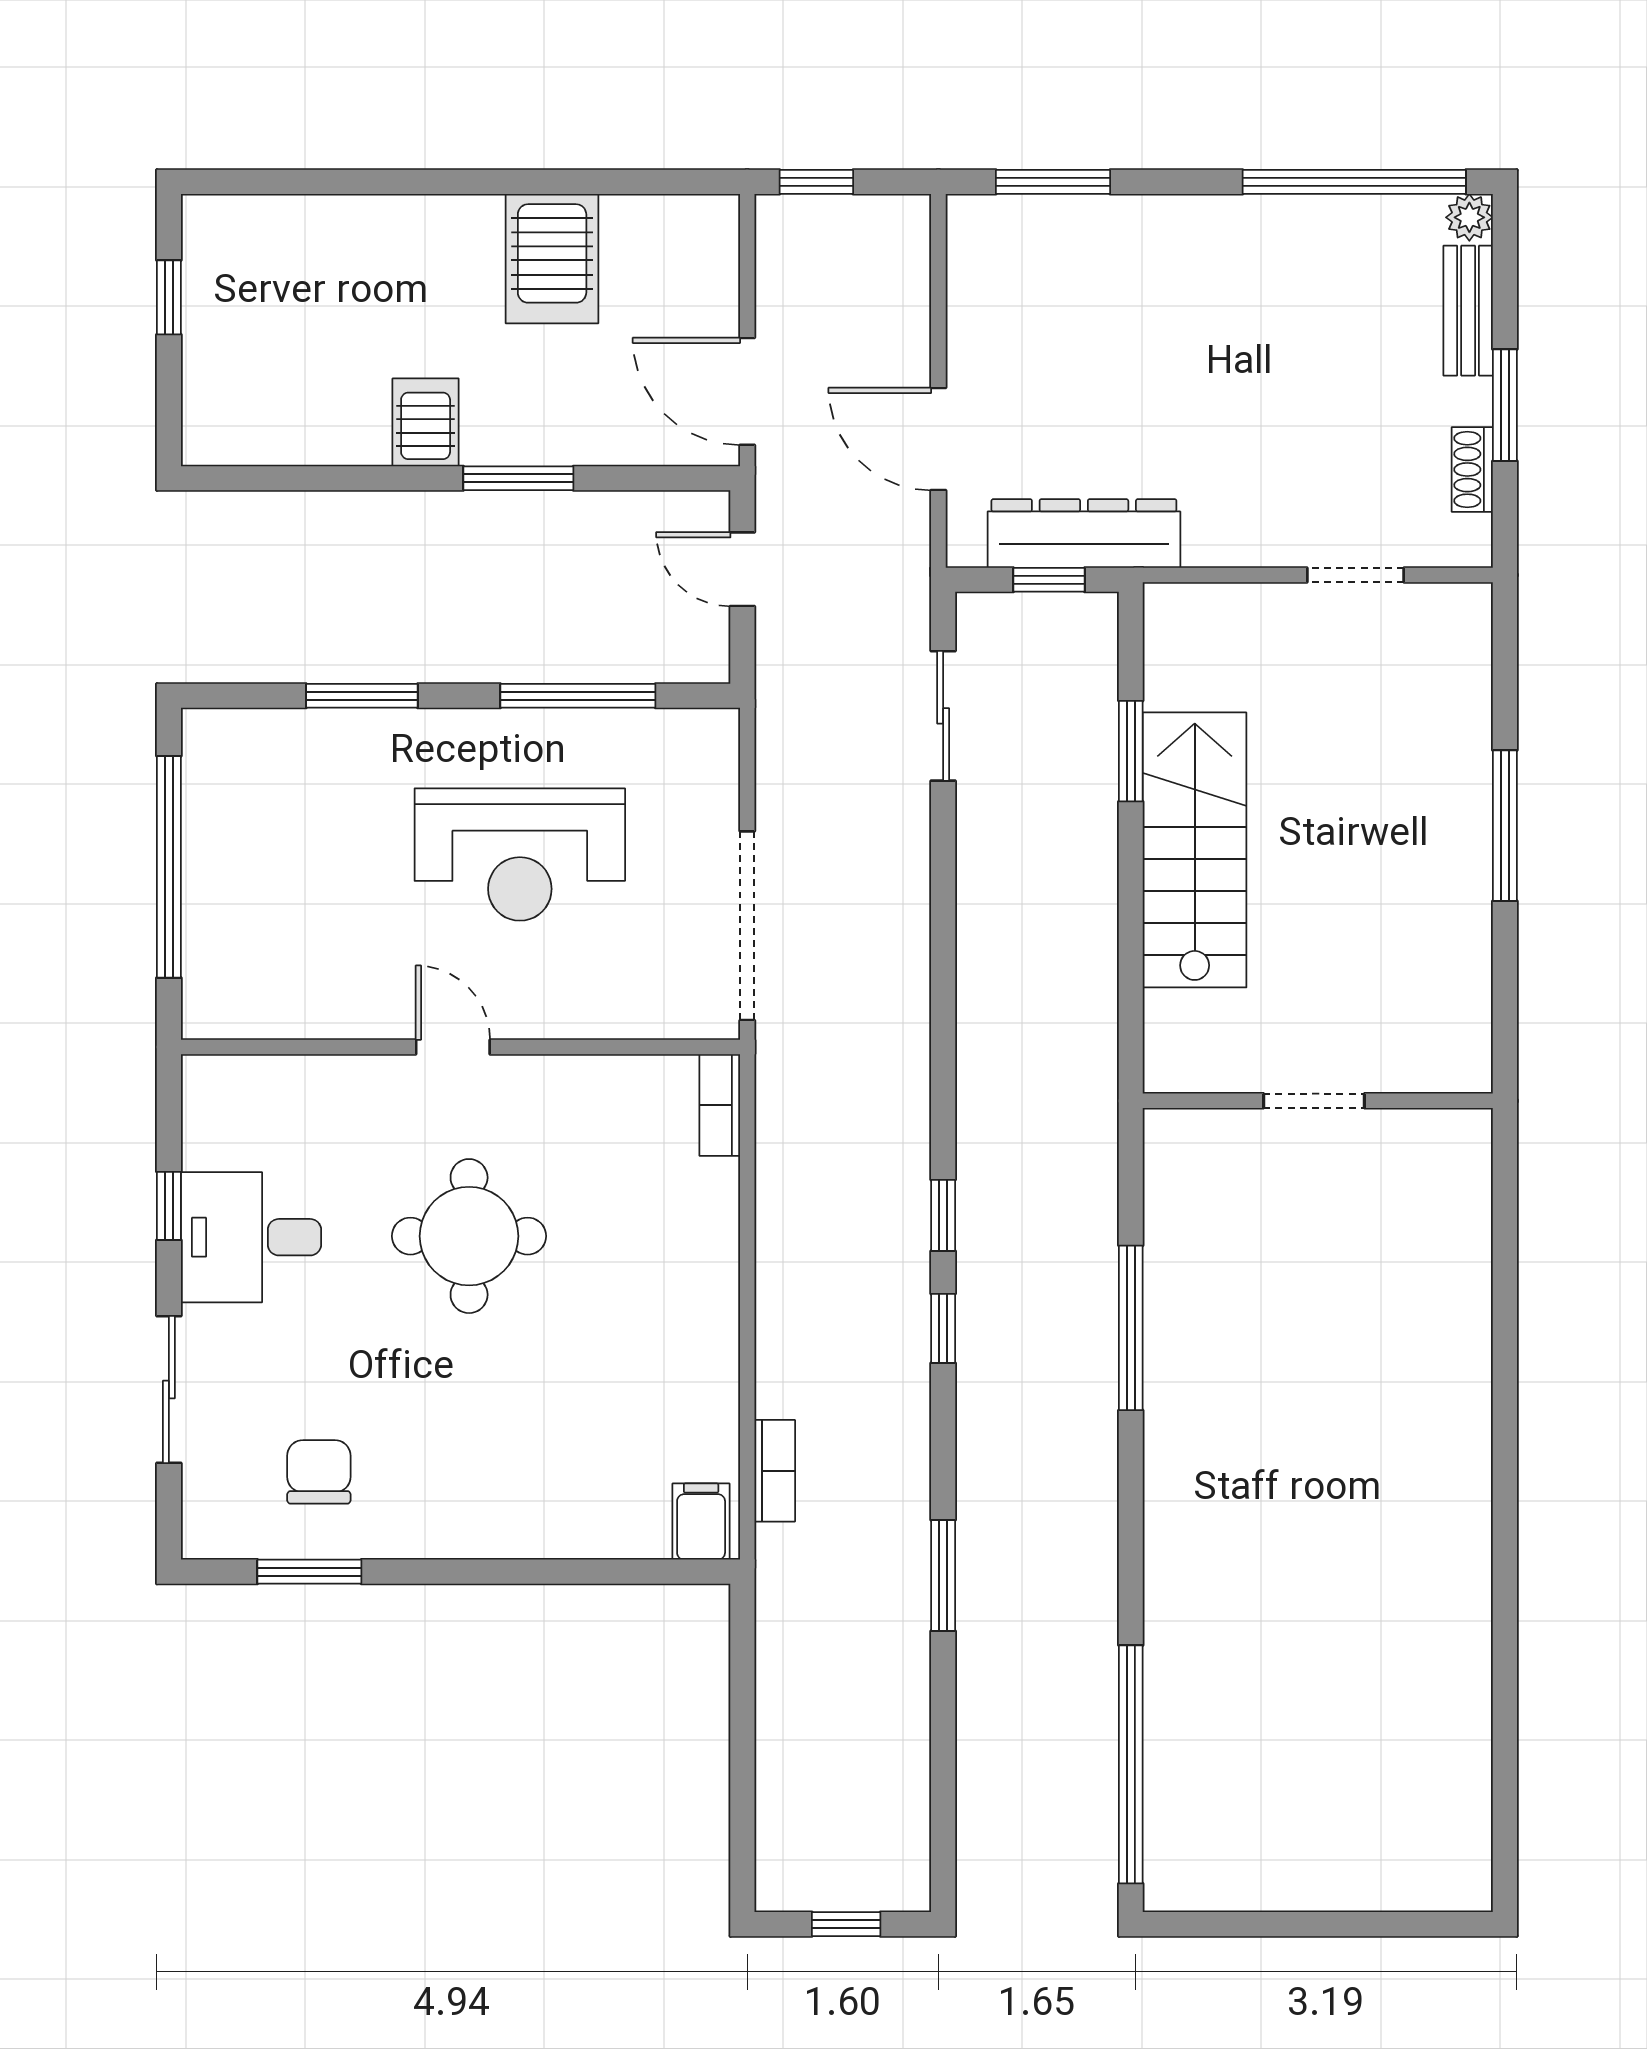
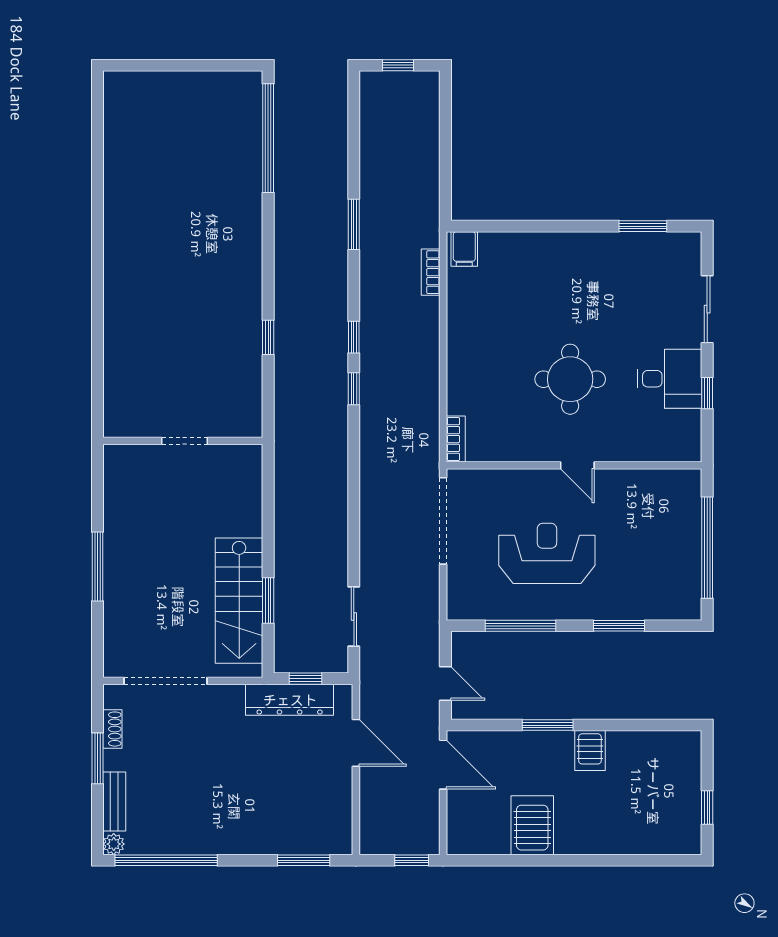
doorway: (1356, 575) -> (166, 681), width x1.87
stairs: (1195, 850) -> (239, 601), moved
window: (1131, 1328) -> (268, 337), width x0.46
chair: (319, 1472) -> (639, 272), removed

